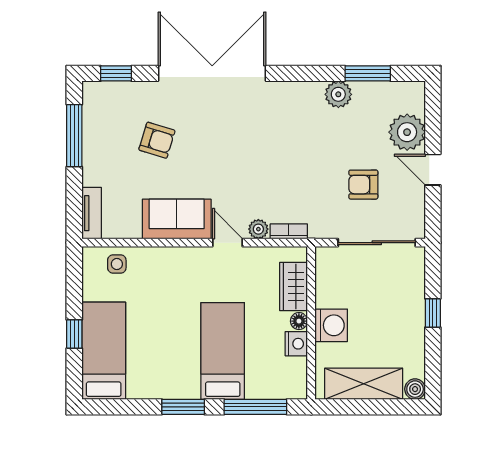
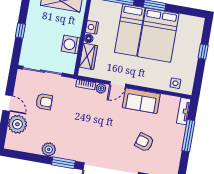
window: (368, 73) -> (63, 163), moved
window: (74, 136) -> (188, 136), moved
door: (228, 243) -> (118, 84), hinge flipped
washing machine: (331, 325) -> (71, 44), moved
bed: (104, 351) -> (158, 35), moved, width x1.50

